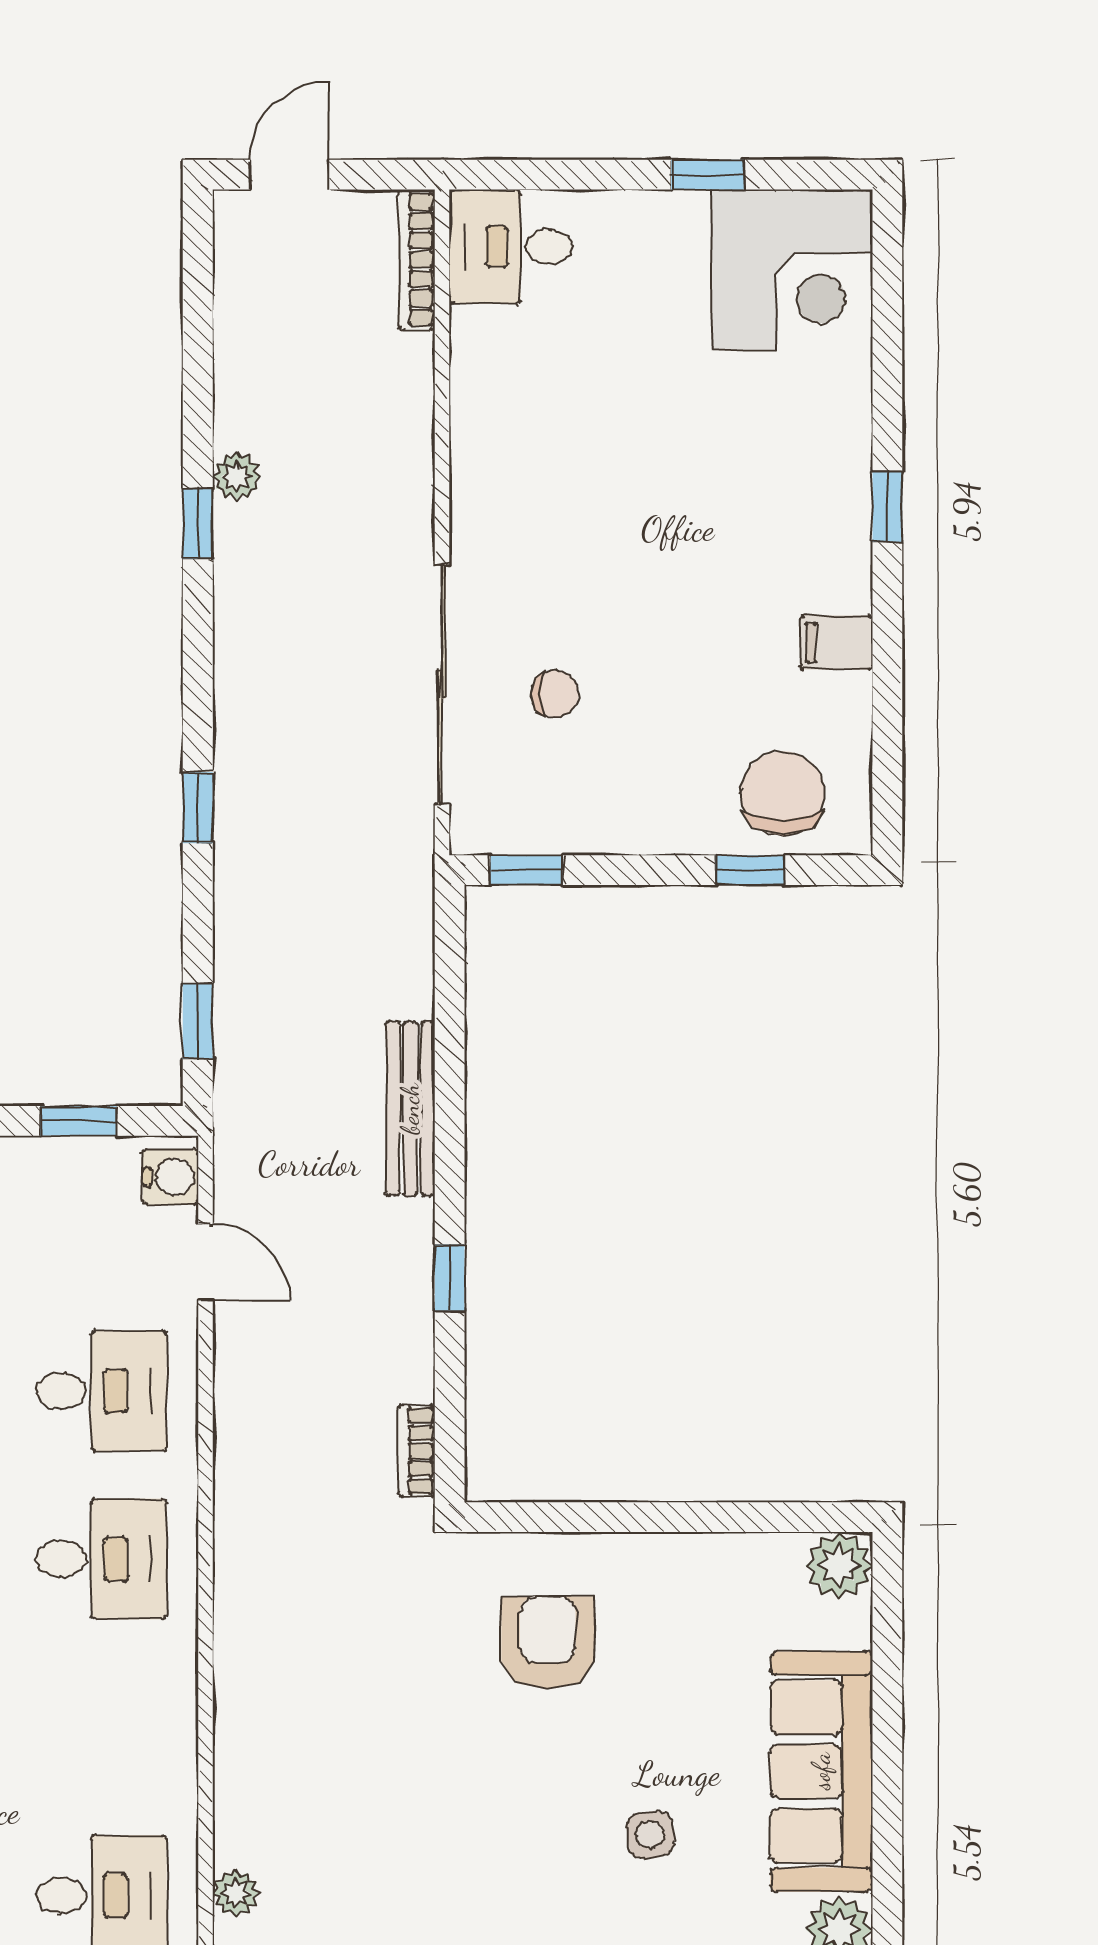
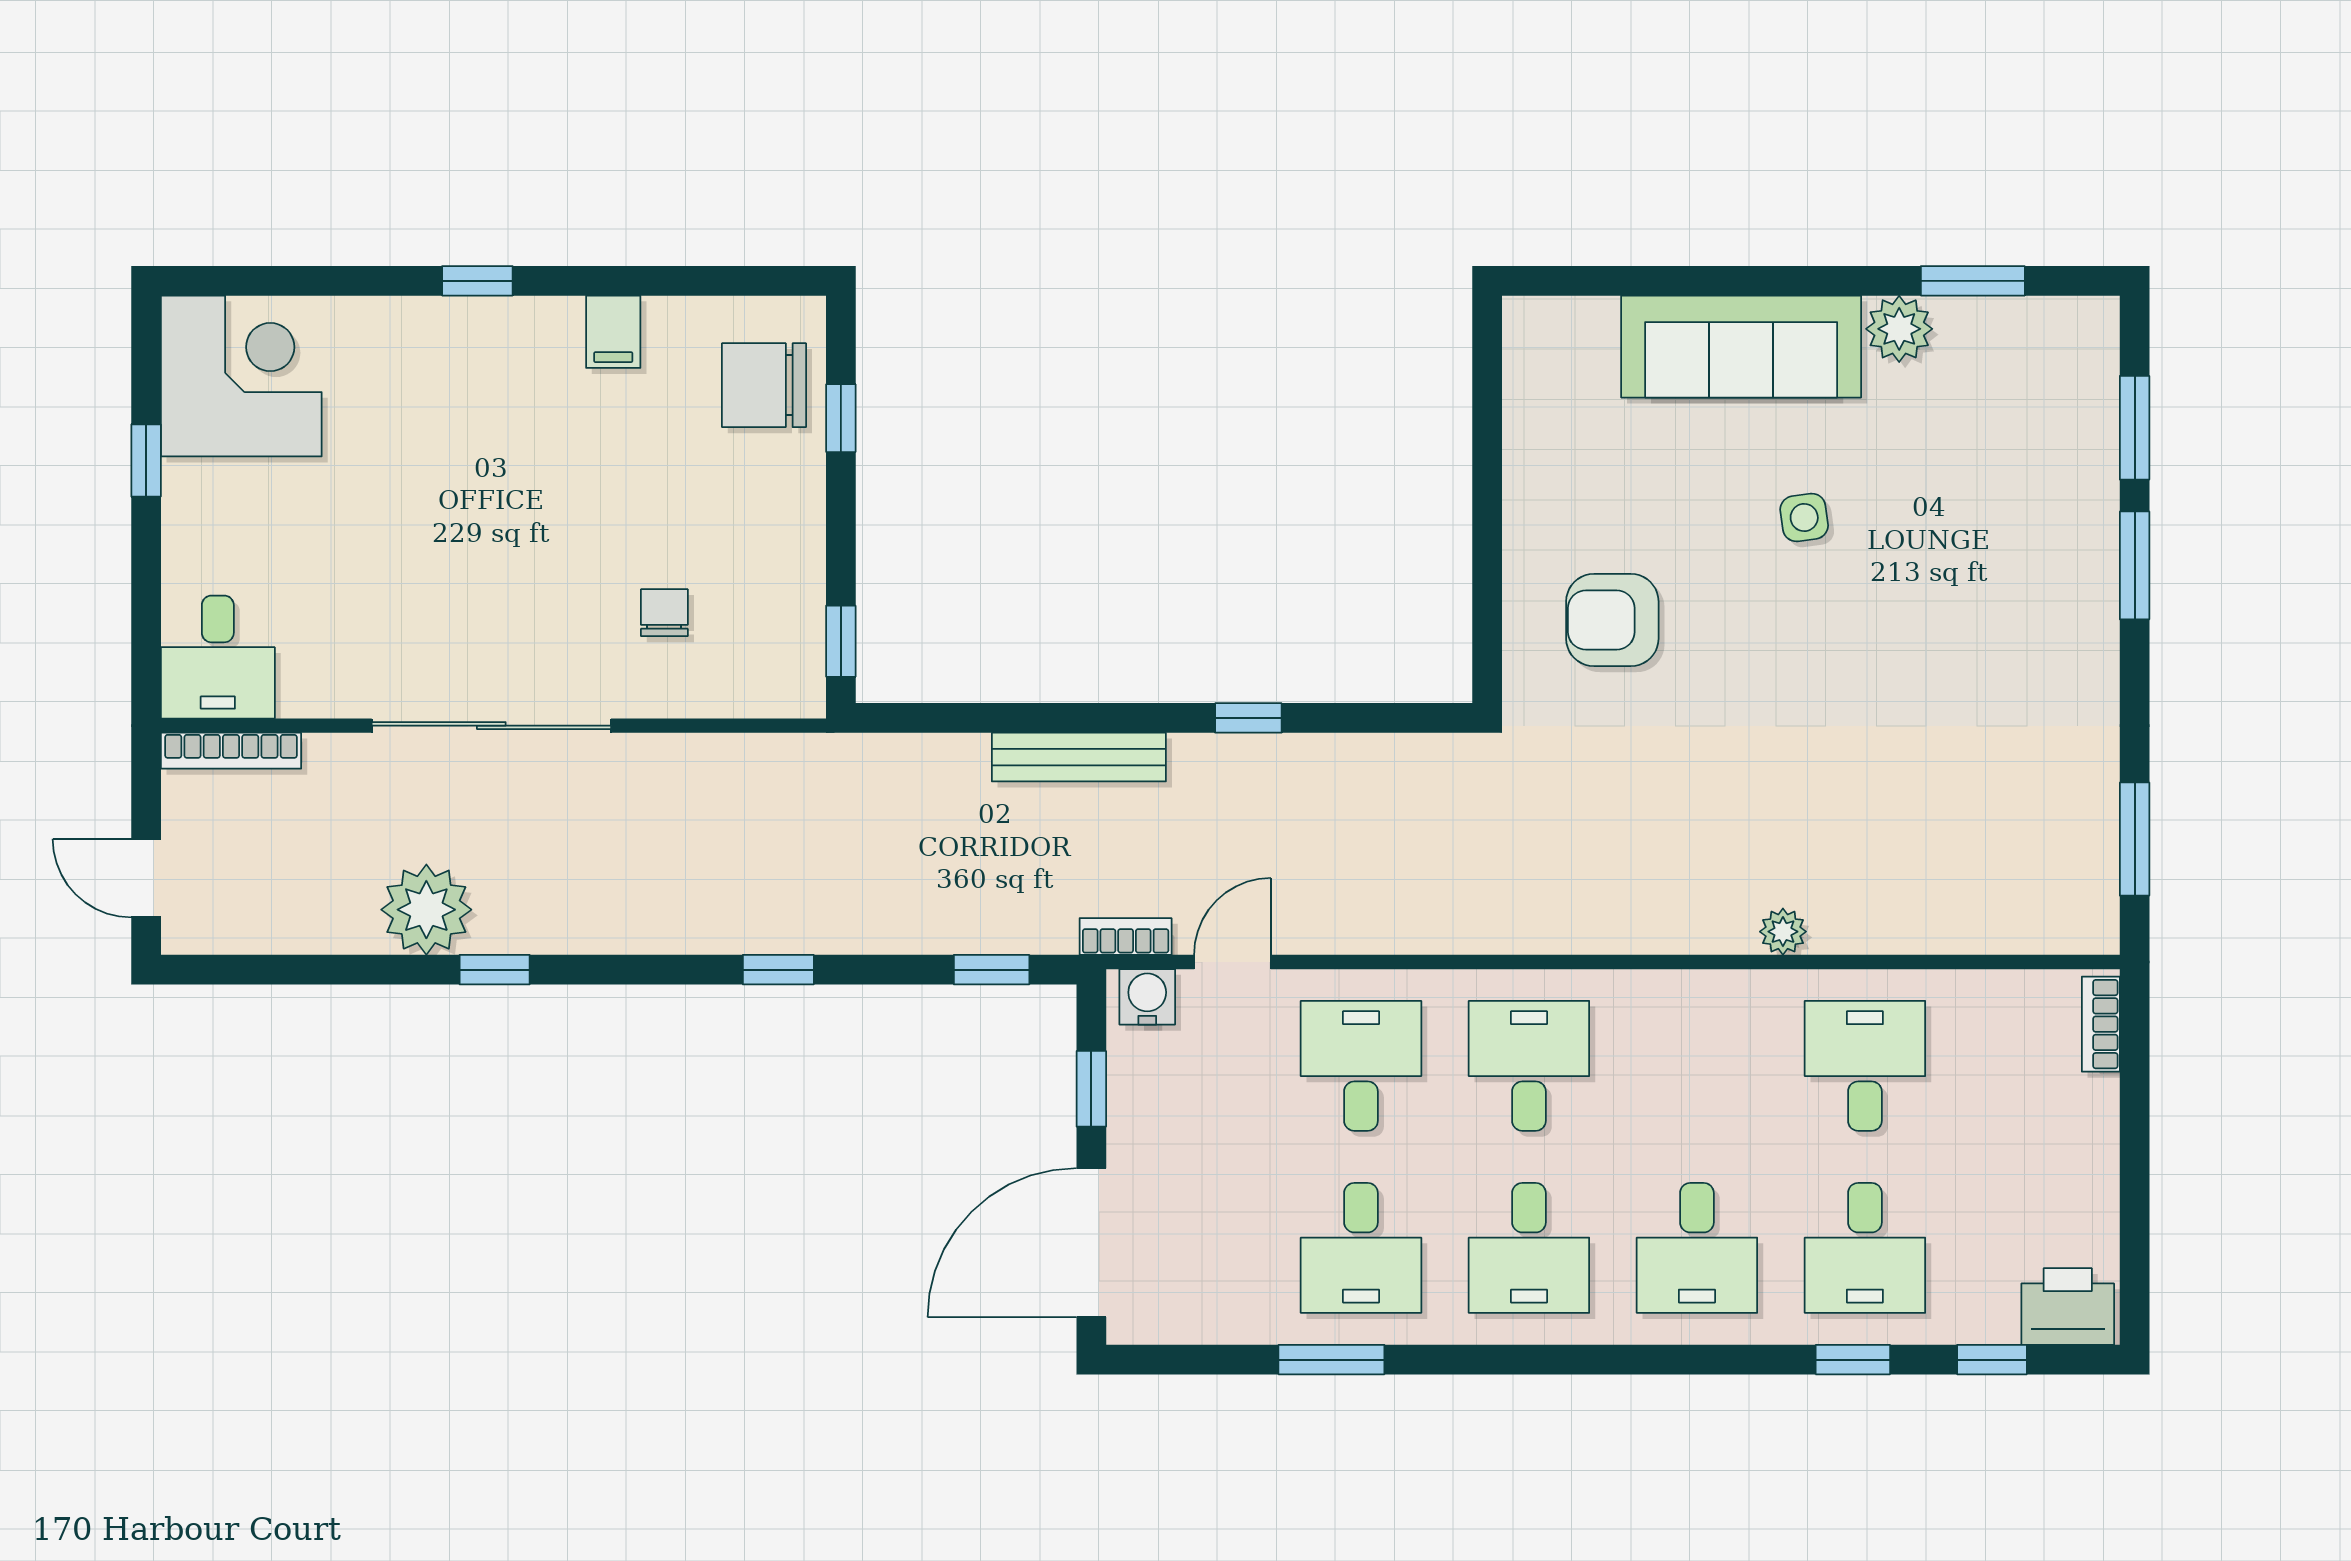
plant: (237, 476) -> (426, 910), width x1.88, depth x1.88
sliding door: (442, 684) -> (491, 726), moved
bookcase: (416, 1451) -> (1126, 936), moved, turned 180
plant: (839, 1566) -> (1535, 329), removed
plant: (236, 1893) -> (1783, 932), moved

